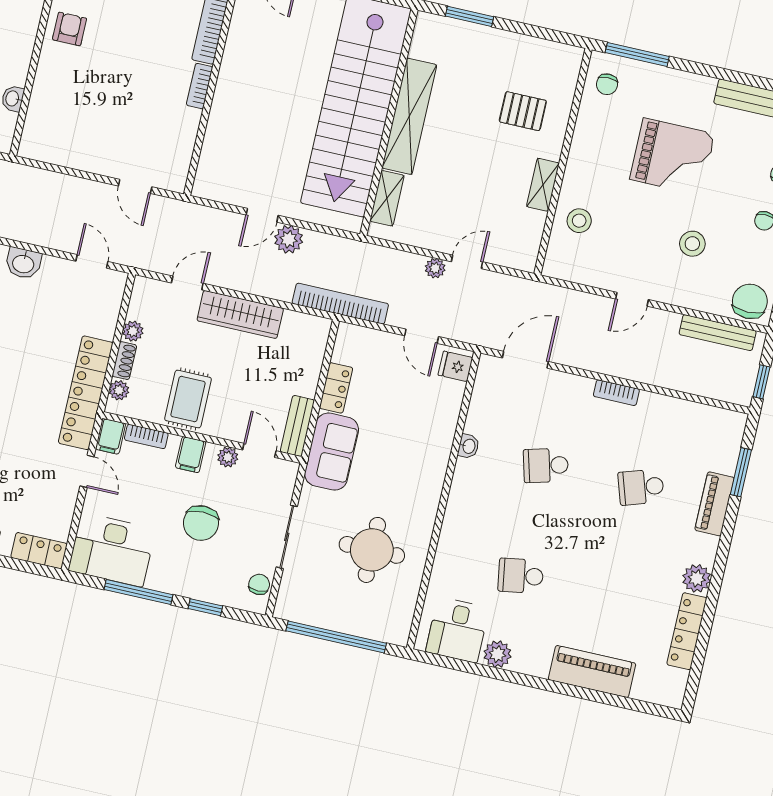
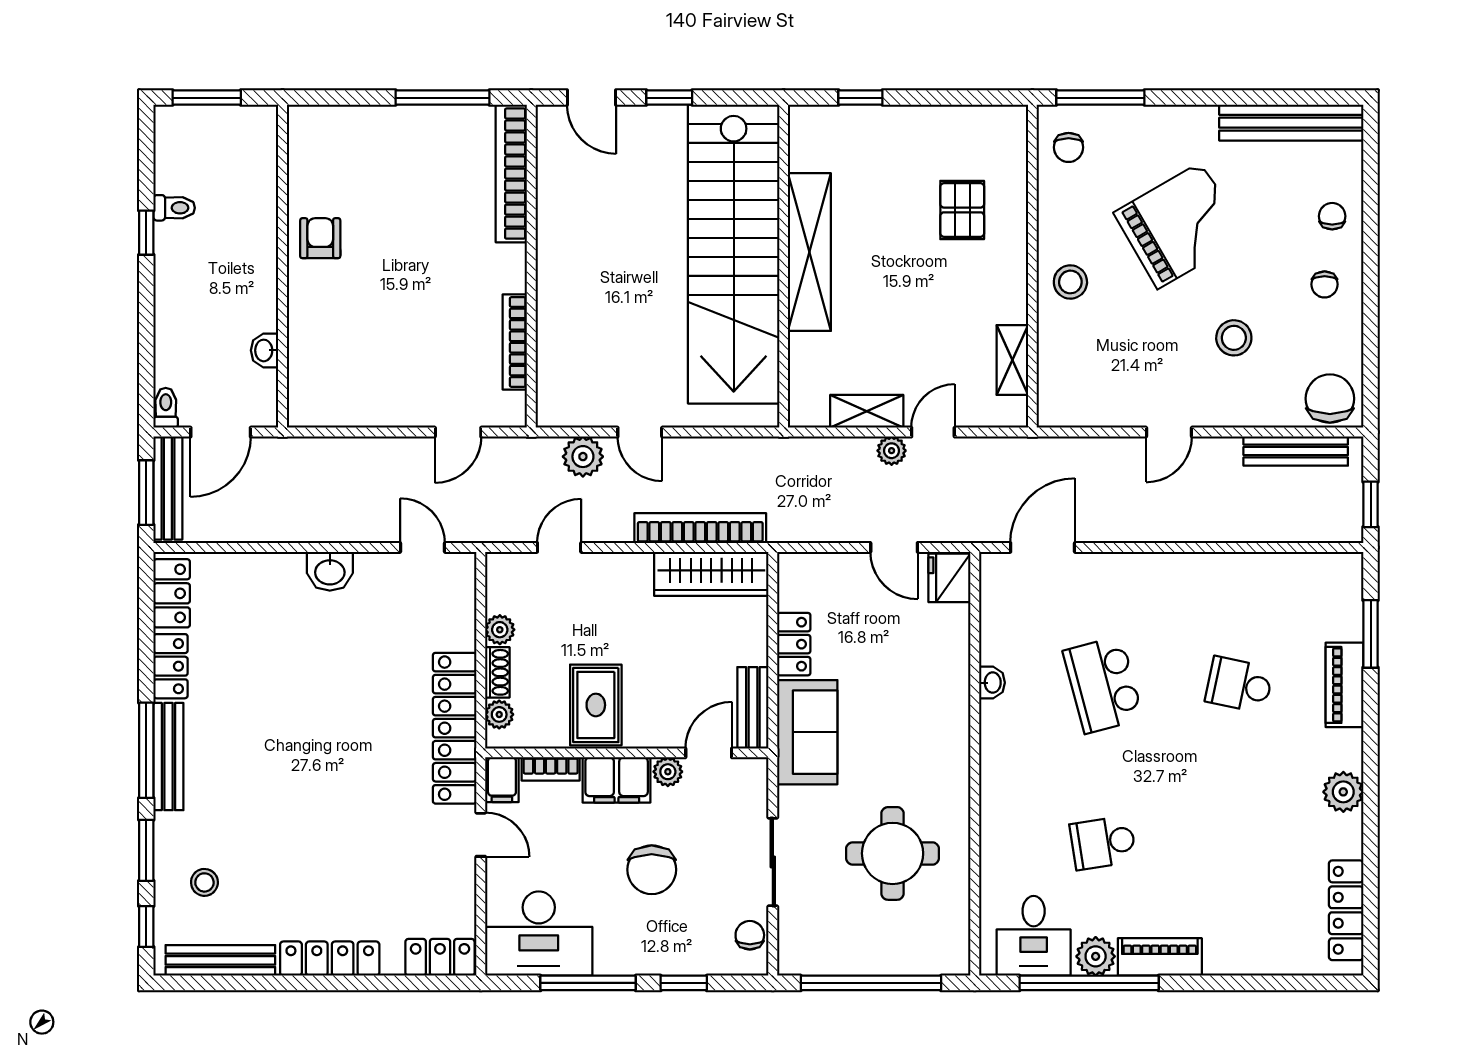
window: (470, 16) -> (860, 98), width x0.67
bookcase: (200, 86) -> (515, 342), moved, width x1.56
pallet: (523, 111) -> (962, 210), turned 90
grand piano: (672, 157) -> (1180, 225), turned -30
shelving: (543, 185) -> (1012, 360), moved
door: (135, 186) -> (458, 432), hinge flipped
shelving: (387, 198) -> (867, 411), moved, turned 90
door: (262, 215) -> (640, 432), hinge flipped
stool: (579, 221) -> (1070, 282), moved
plant: (289, 239) -> (583, 457), moved
bookcase: (340, 304) -> (700, 528), moved
wardrobe: (240, 314) -> (711, 574), moved
fridge: (455, 366) -> (949, 578), width x1.38
bookcase: (616, 393) -> (1177, 564), removed
door: (259, 450) -> (709, 753), hinge flipped
filing cabinet: (191, 455) -> (617, 780), width x2.00
school desk: (546, 465) -> (1103, 685), width x1.85
school desk: (641, 487) -> (1239, 685), turned 30
locker: (687, 631) -> (1346, 910), moved
piano: (592, 671) -> (1160, 957), moved, width x0.73, depth x0.75
window: (489, 672) -> (1089, 983), added

